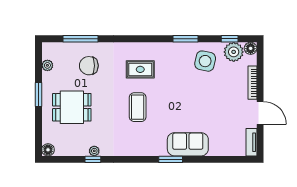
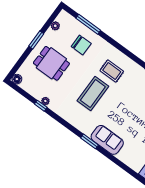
chair: (89, 66) -> (81, 45), turned 180
coffee table: (138, 107) -> (93, 93), width x1.36, depth x1.32

